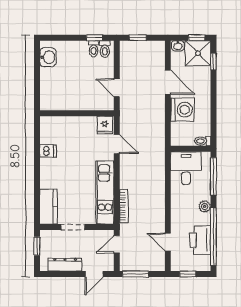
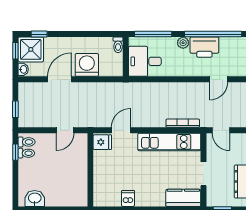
printer: (200, 240) -> (204, 47), moved

